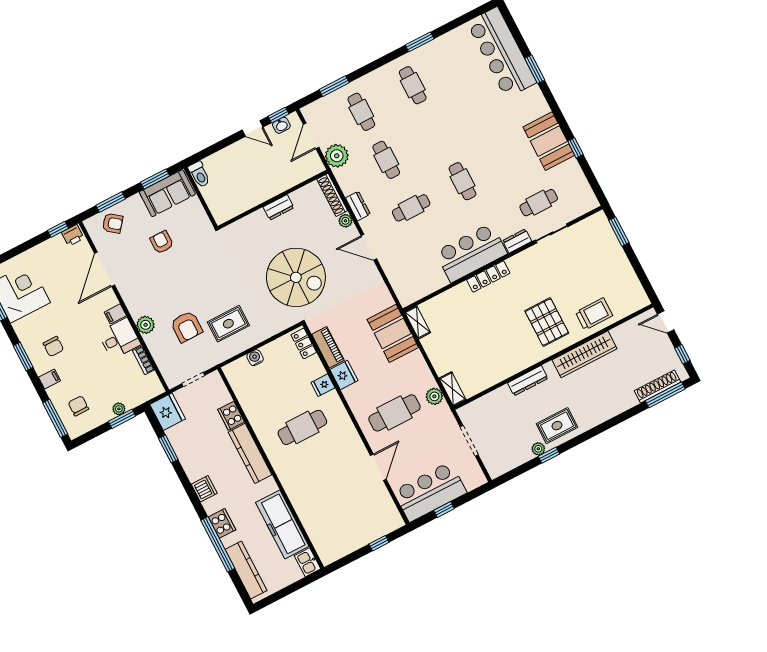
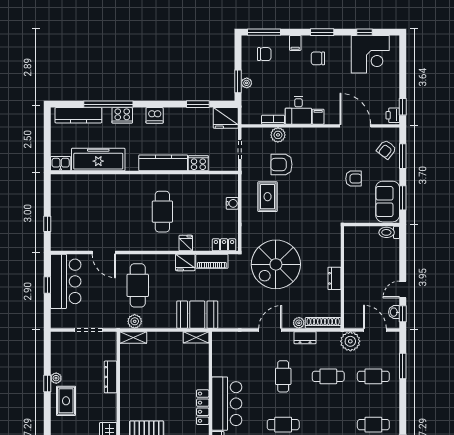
plant: (146, 325) -> (278, 135), moved
dresser: (528, 381) -> (111, 377), moved

